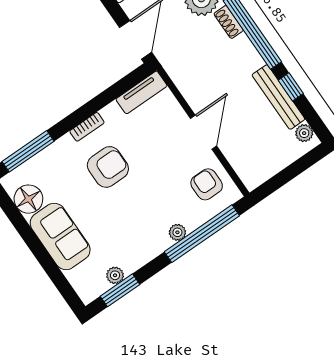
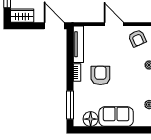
tv unit: (141, 92) -> (78, 44), width x1.41
armchair: (207, 184) -> (137, 38), turned -114

